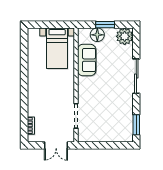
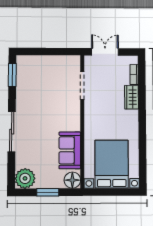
floor lamp: (97, 35) -> (72, 180), moved
bed with nightstands: (57, 48) -> (112, 164), width x1.36
wardrobe: (33, 106) -> (132, 97), added

